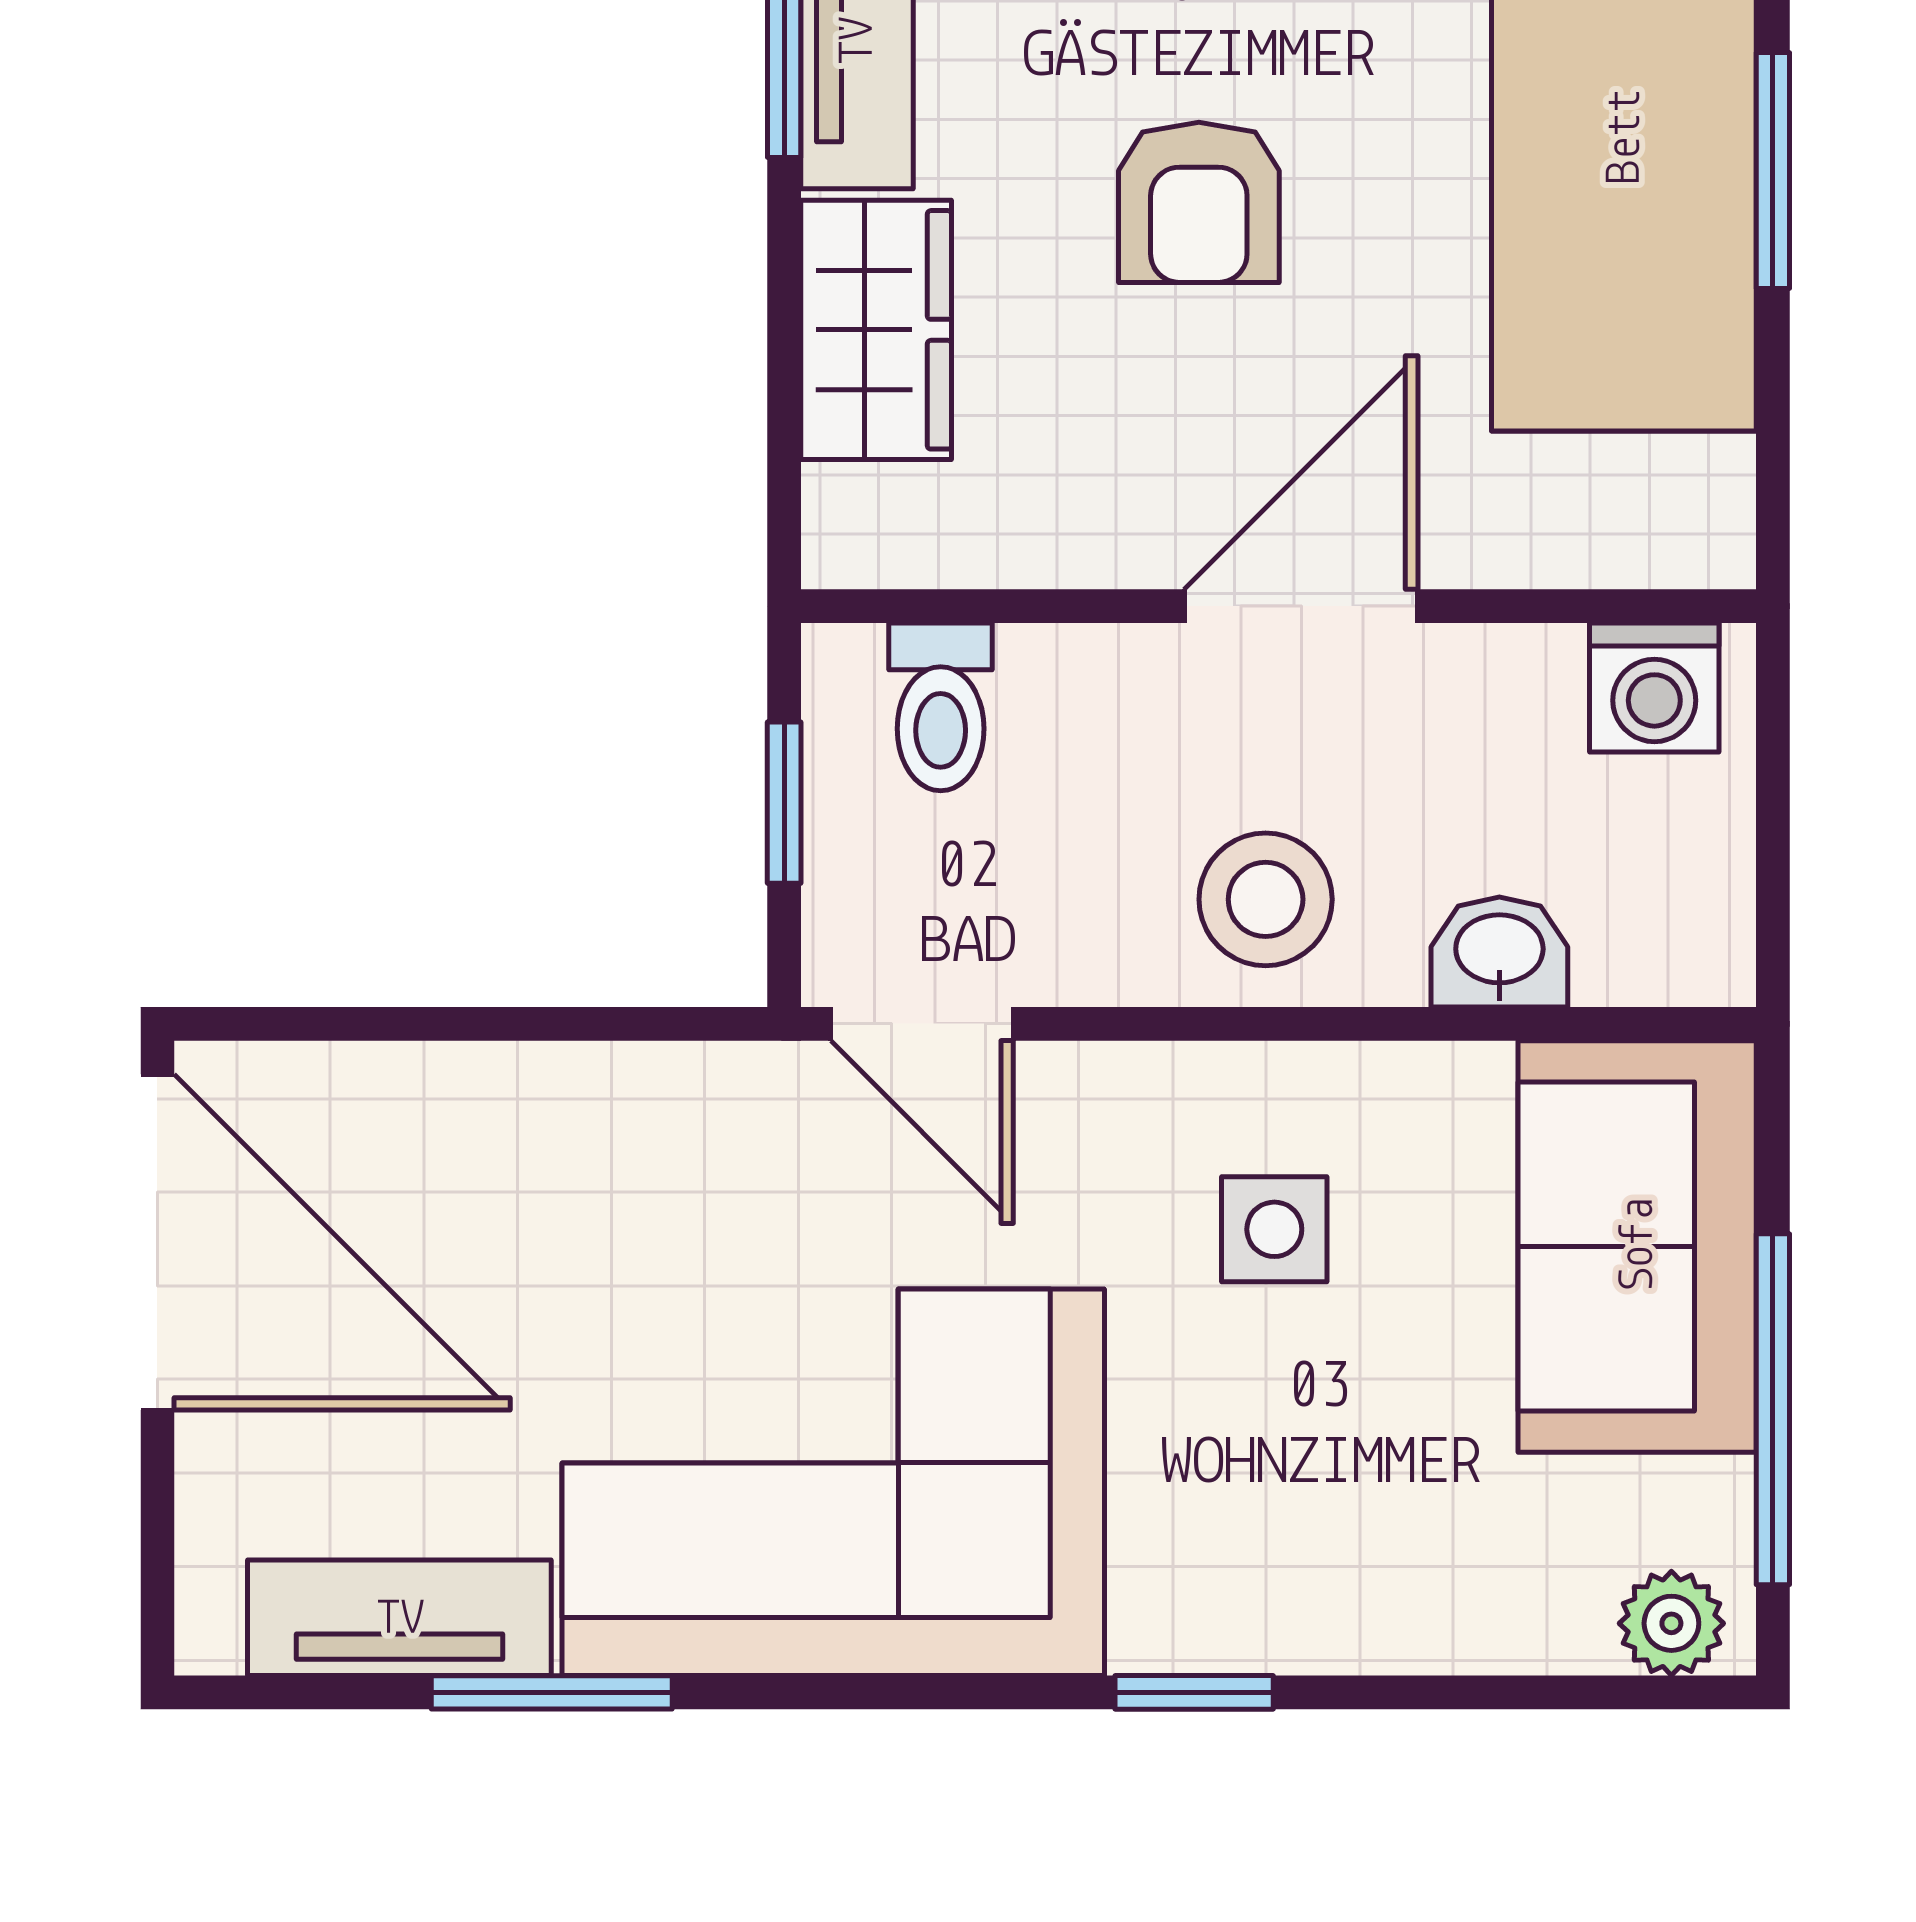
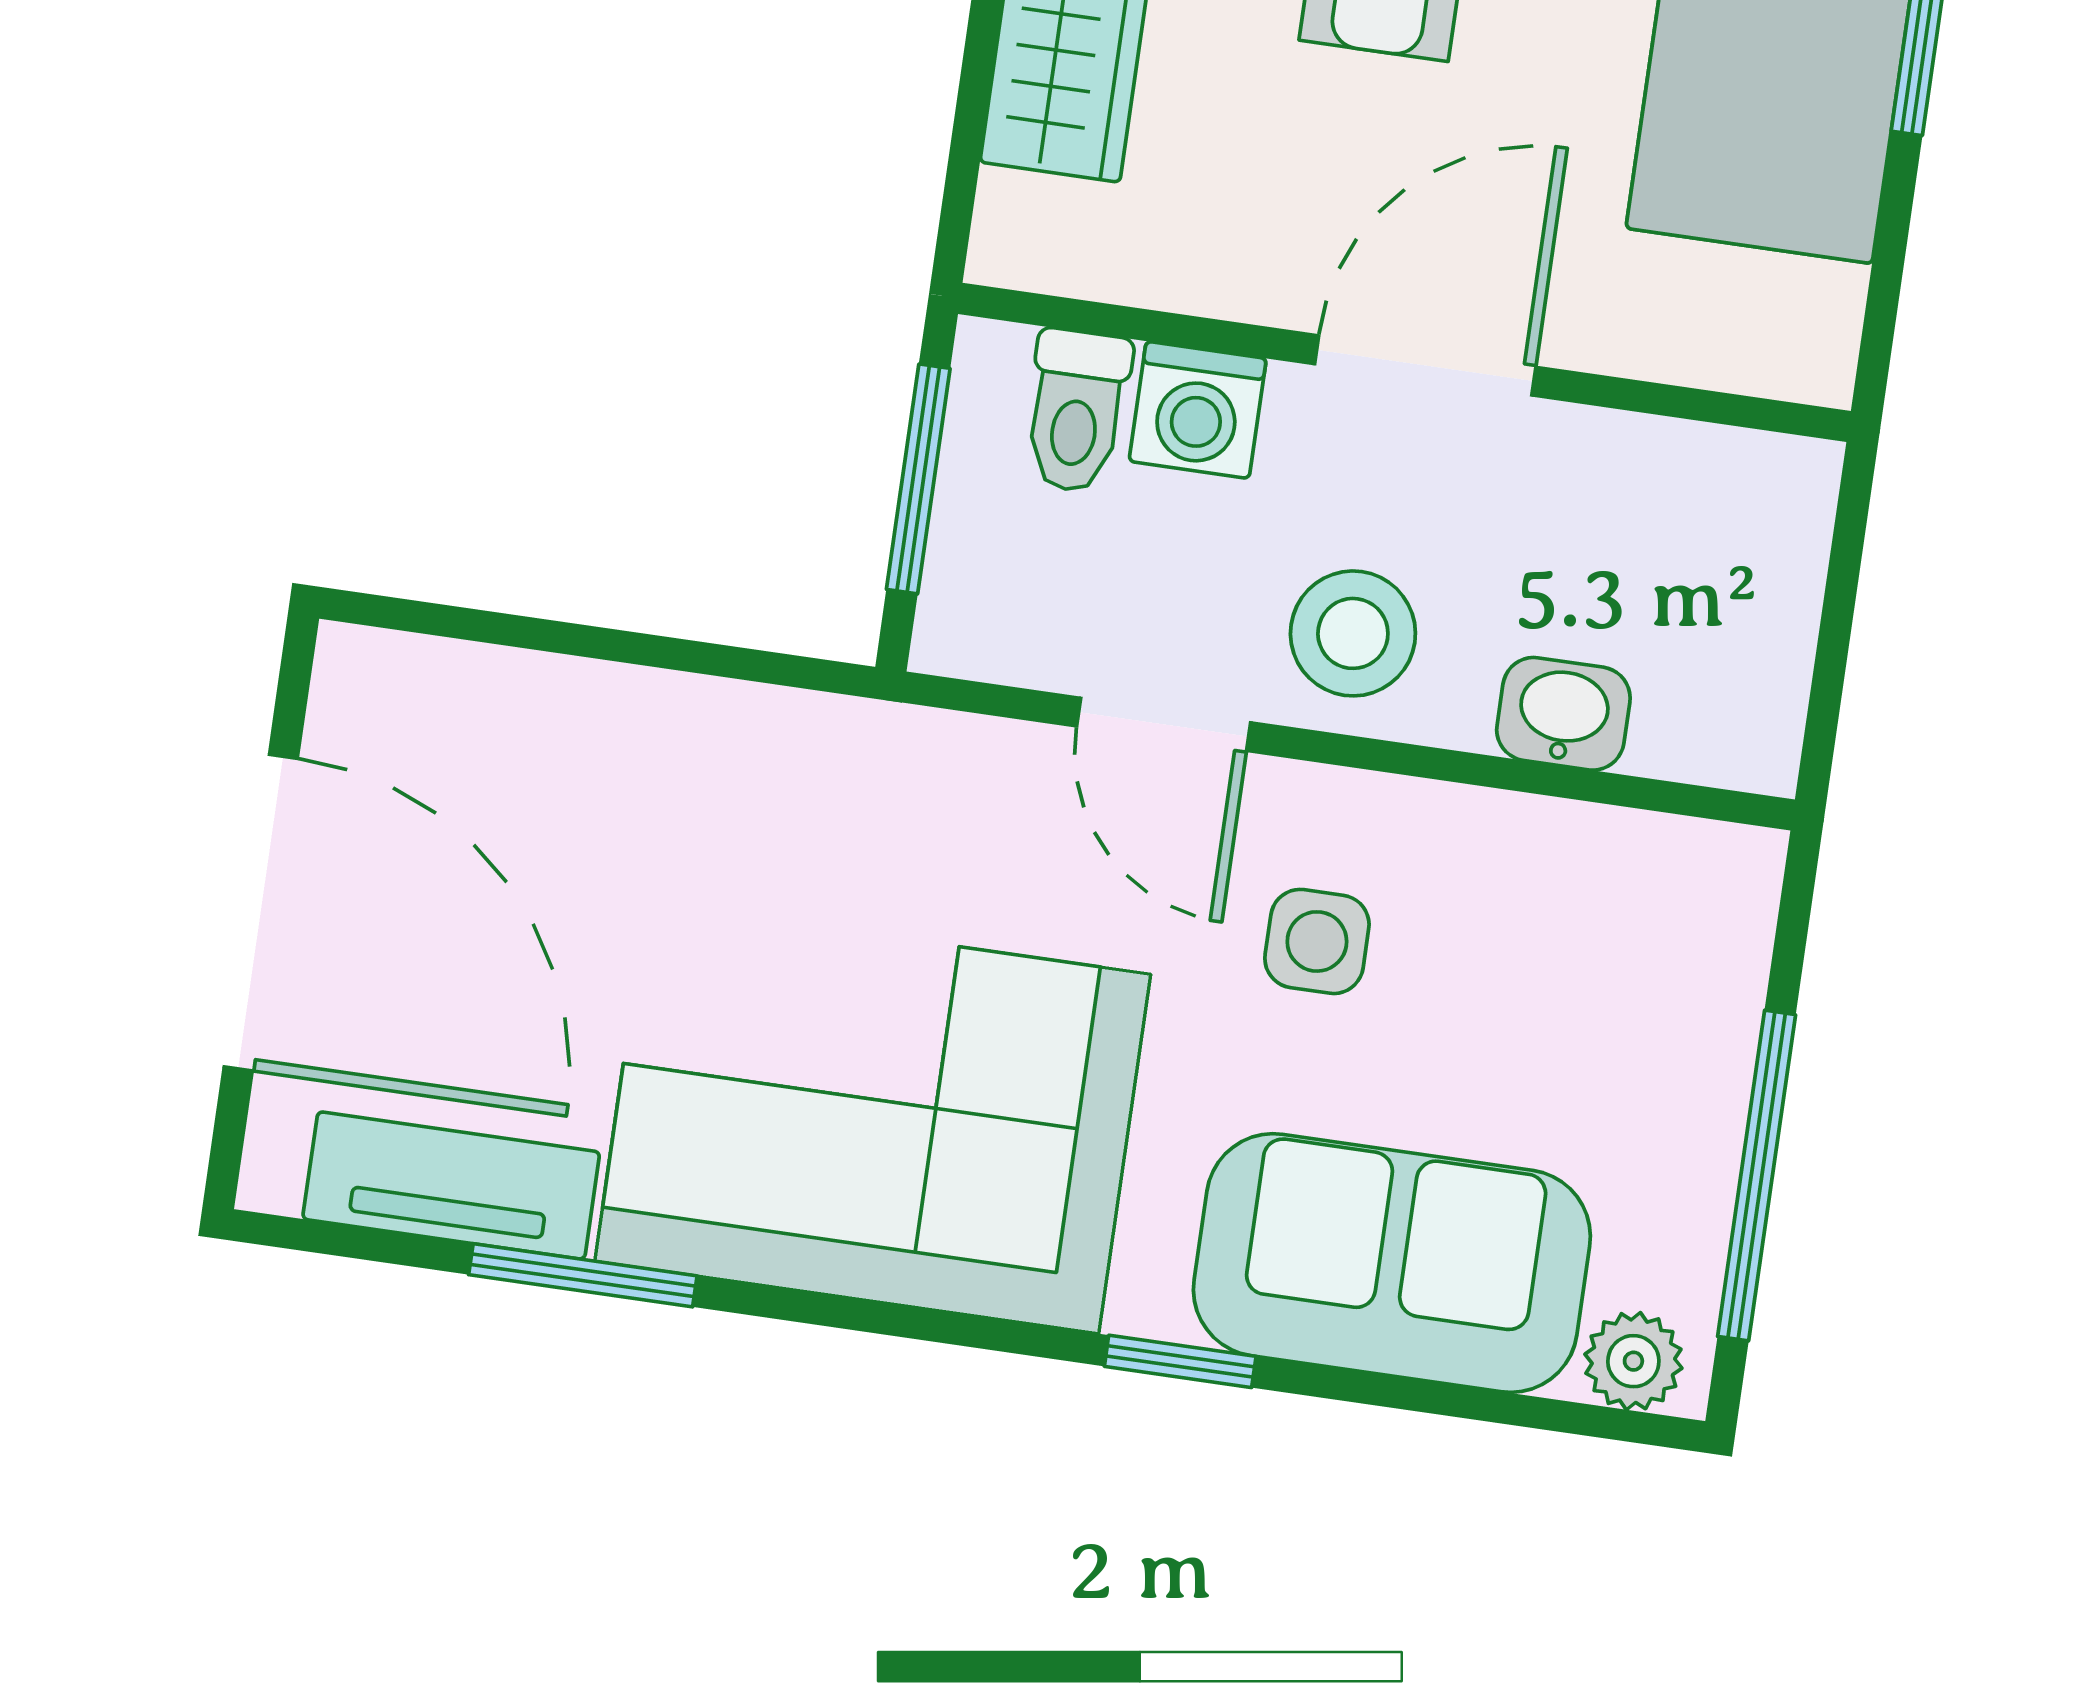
washing machine: (1654, 687) -> (1198, 410), moved
window: (784, 803) -> (918, 479), width x1.50
door: (922, 1024) -> (1164, 724), moved
door: (157, 1242) -> (261, 913), moved
sofa: (1637, 1246) -> (1392, 1263), moved, turned 90

